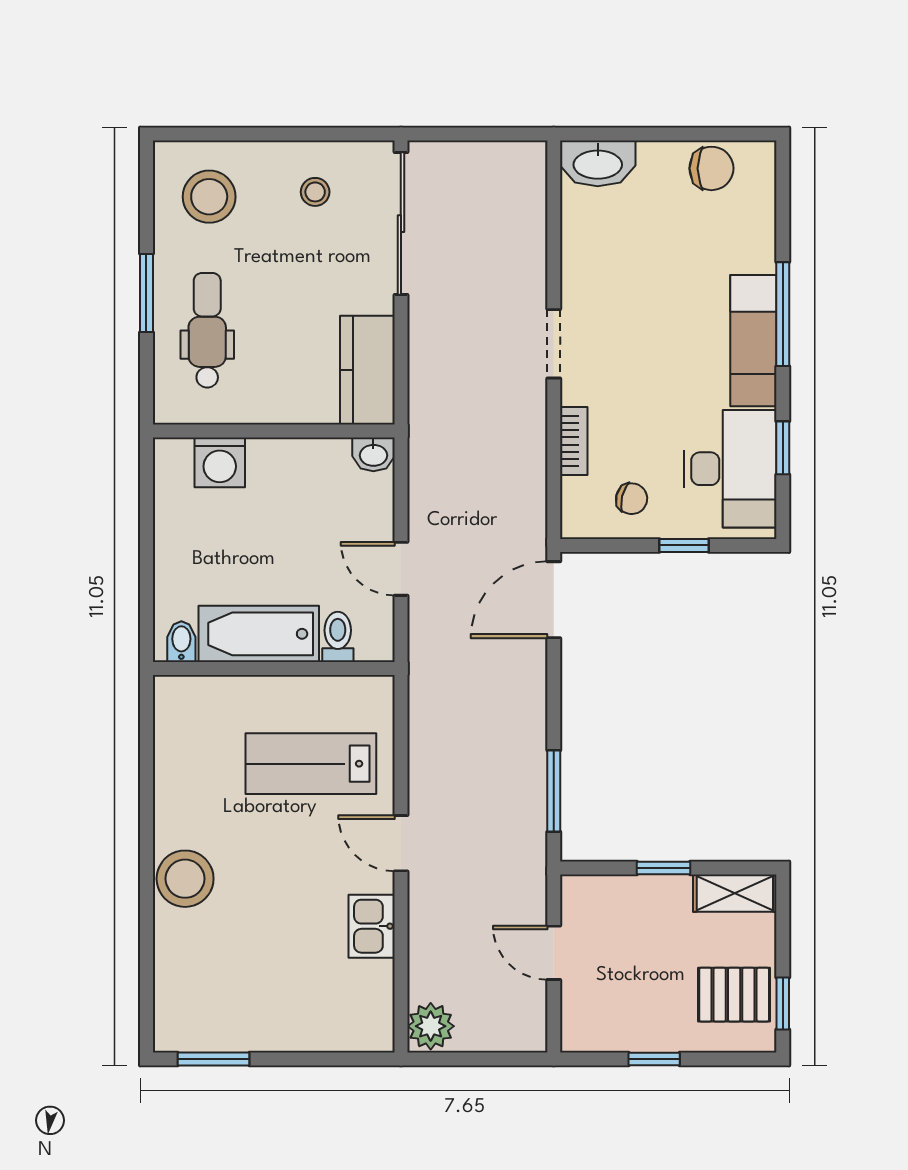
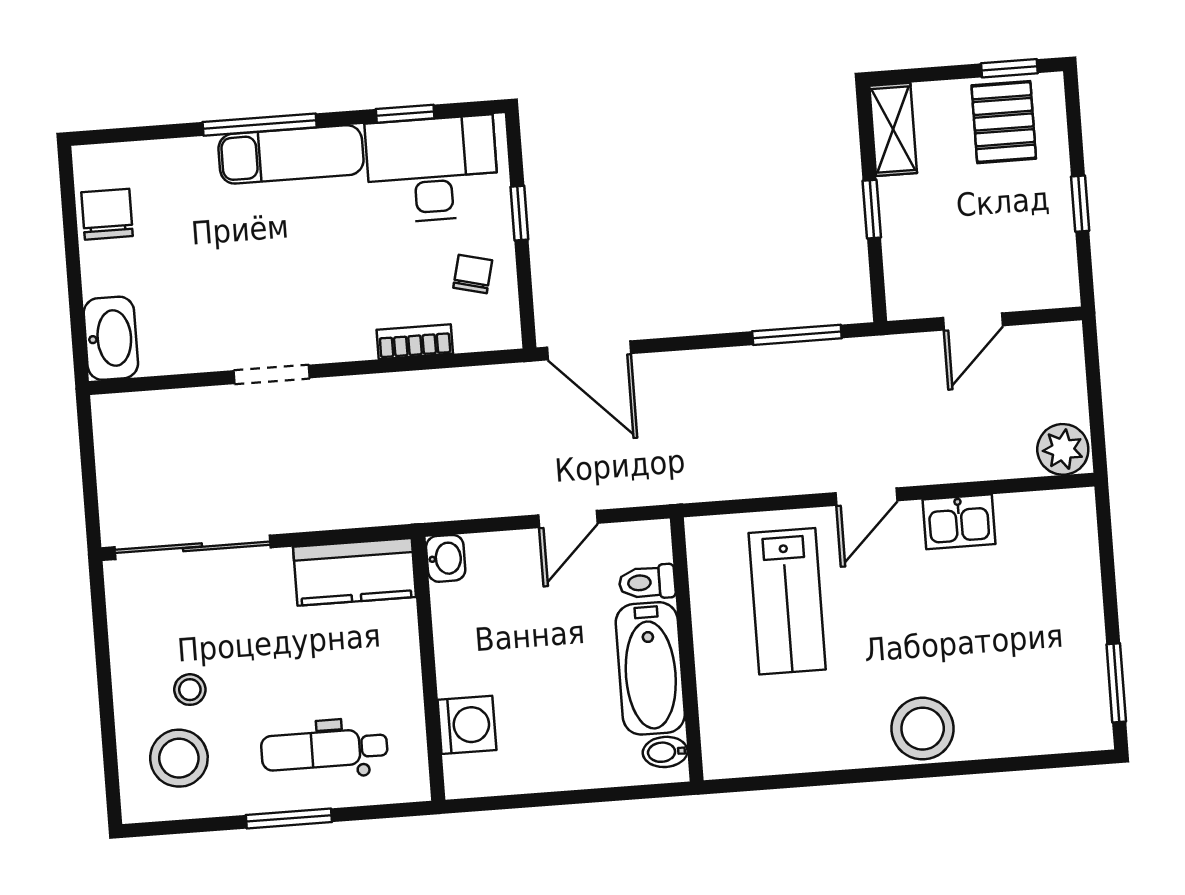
stool: (315, 192) -> (190, 690), moved
doorway: (554, 344) -> (272, 374), moved

